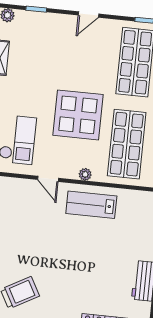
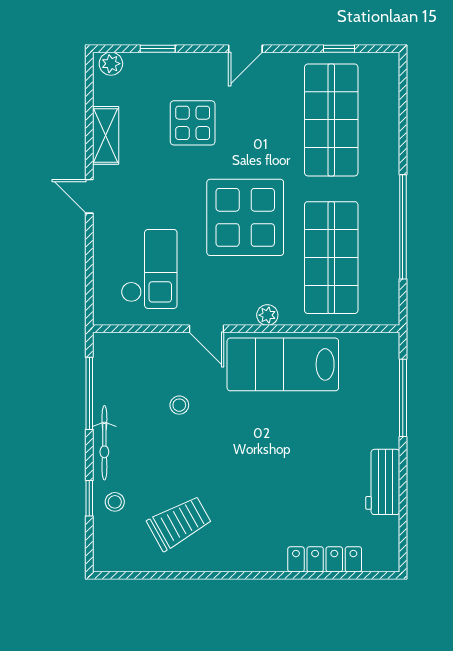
display table: (52, 55) -> (193, 123), added
lab bench: (91, 205) -> (283, 364), width x1.36, depth x1.39
stool: (27, 223) -> (179, 405), added

